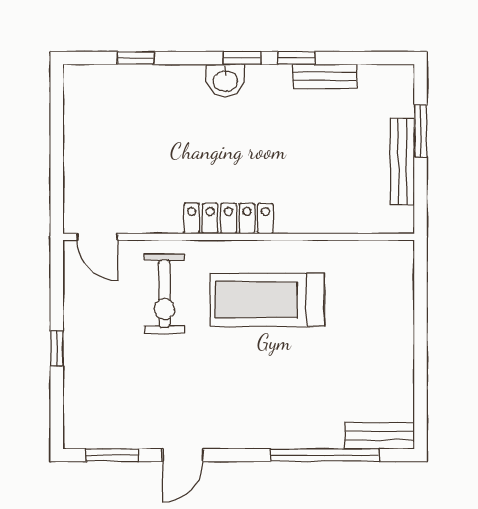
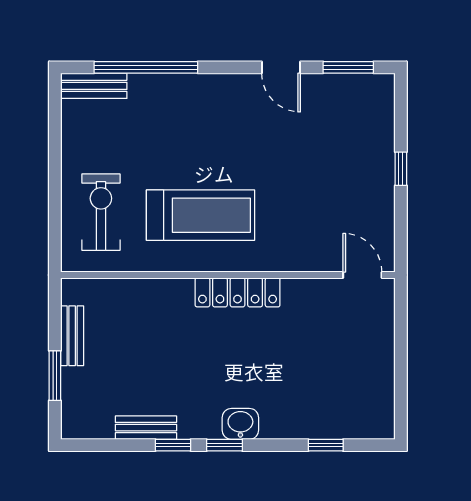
bench: (402, 161) -> (72, 336), width x0.73
exercise bike: (164, 294) -> (101, 212), moved
door: (183, 455) -> (281, 67), swing flipped

